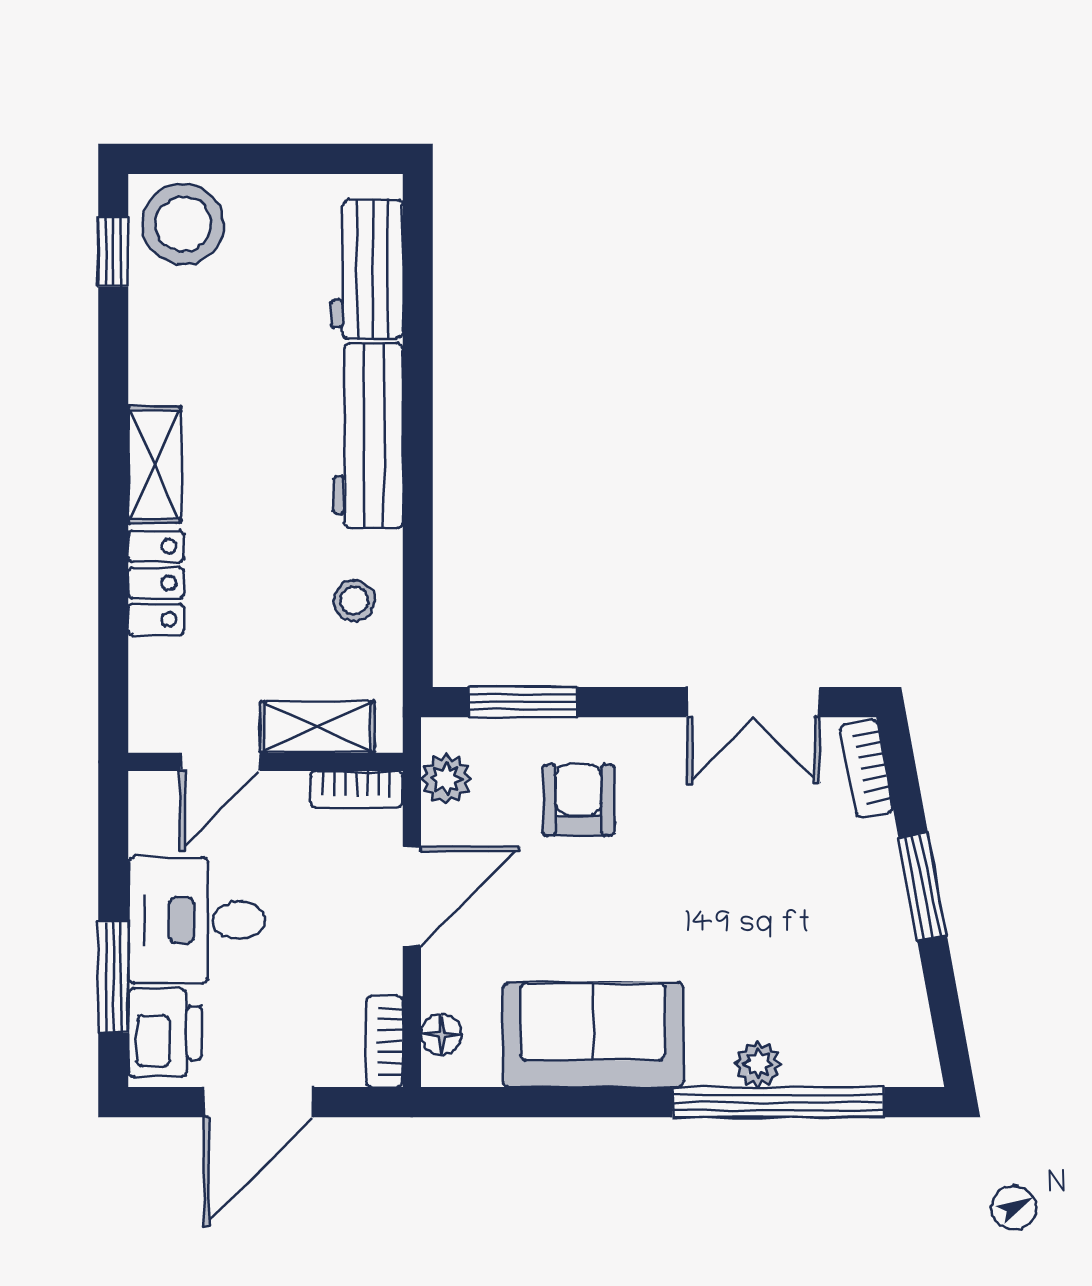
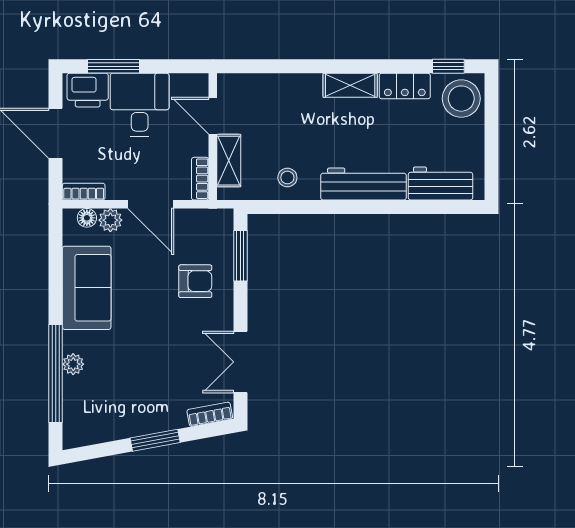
locker: (156, 583) -> (405, 86), moved
plant: (446, 779) -> (110, 220), moved

